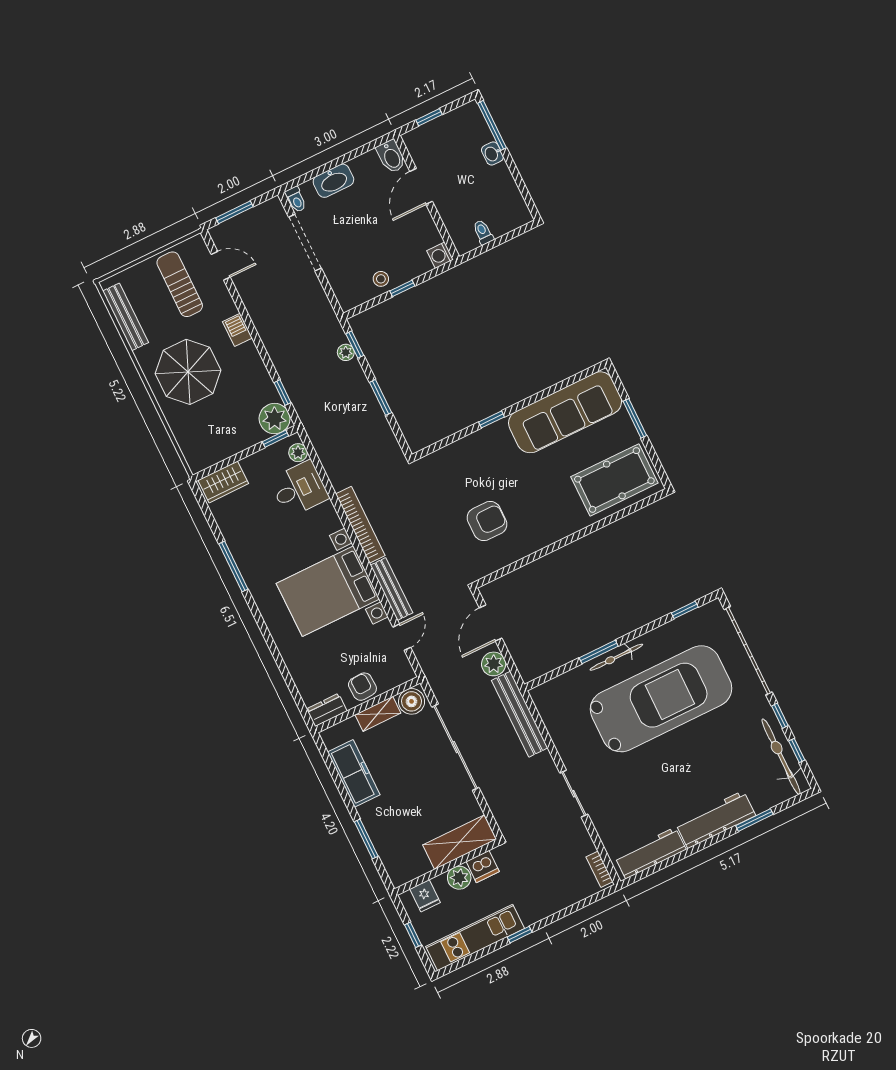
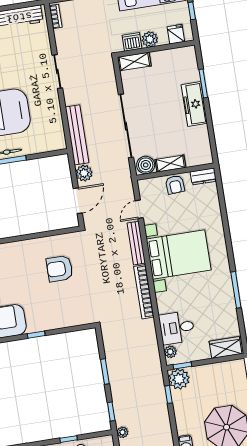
plant: (346, 352) -> (123, 432), moved
freezer: (354, 773) -> (194, 104), moved
shelving: (459, 842) -> (134, 61), width x0.67, depth x0.75

